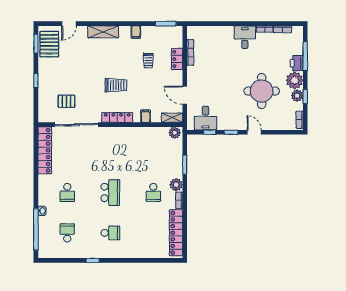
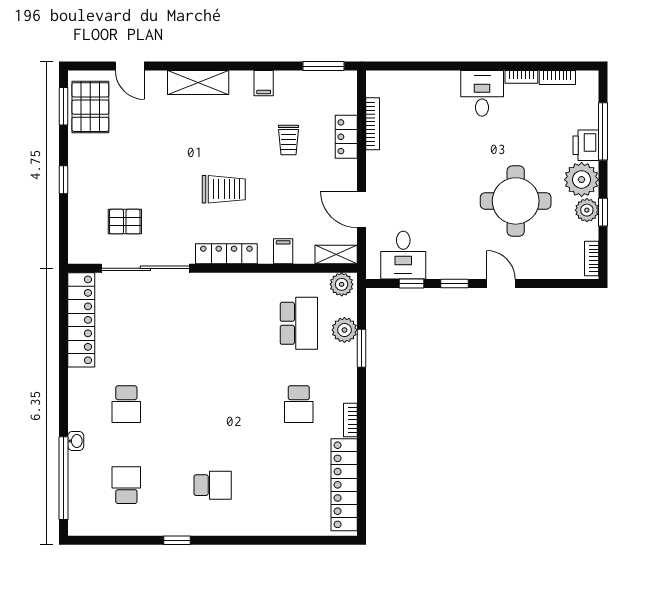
door: (69, 24) -> (130, 66), hinge flipped
plant: (176, 185) -> (344, 330), moved
school desk: (110, 192) -> (299, 323), moved

